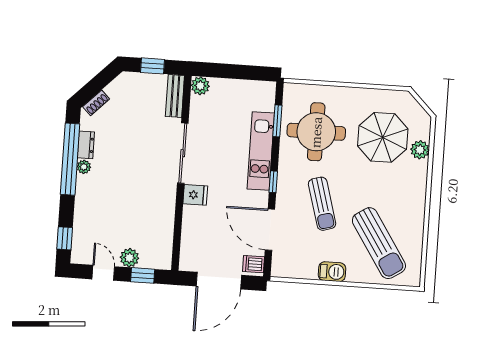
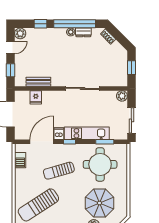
sliding door: (244, 72) -> (131, 120), added
bench: (175, 96) -> (38, 82), moved
fridge: (195, 195) -> (36, 97), moved
window: (65, 238) -> (41, 24), moved
plant: (129, 258) -> (20, 33), moved
dishwasher: (254, 264) -> (59, 134), moved
barbecue: (332, 272) -> (20, 160), moved

